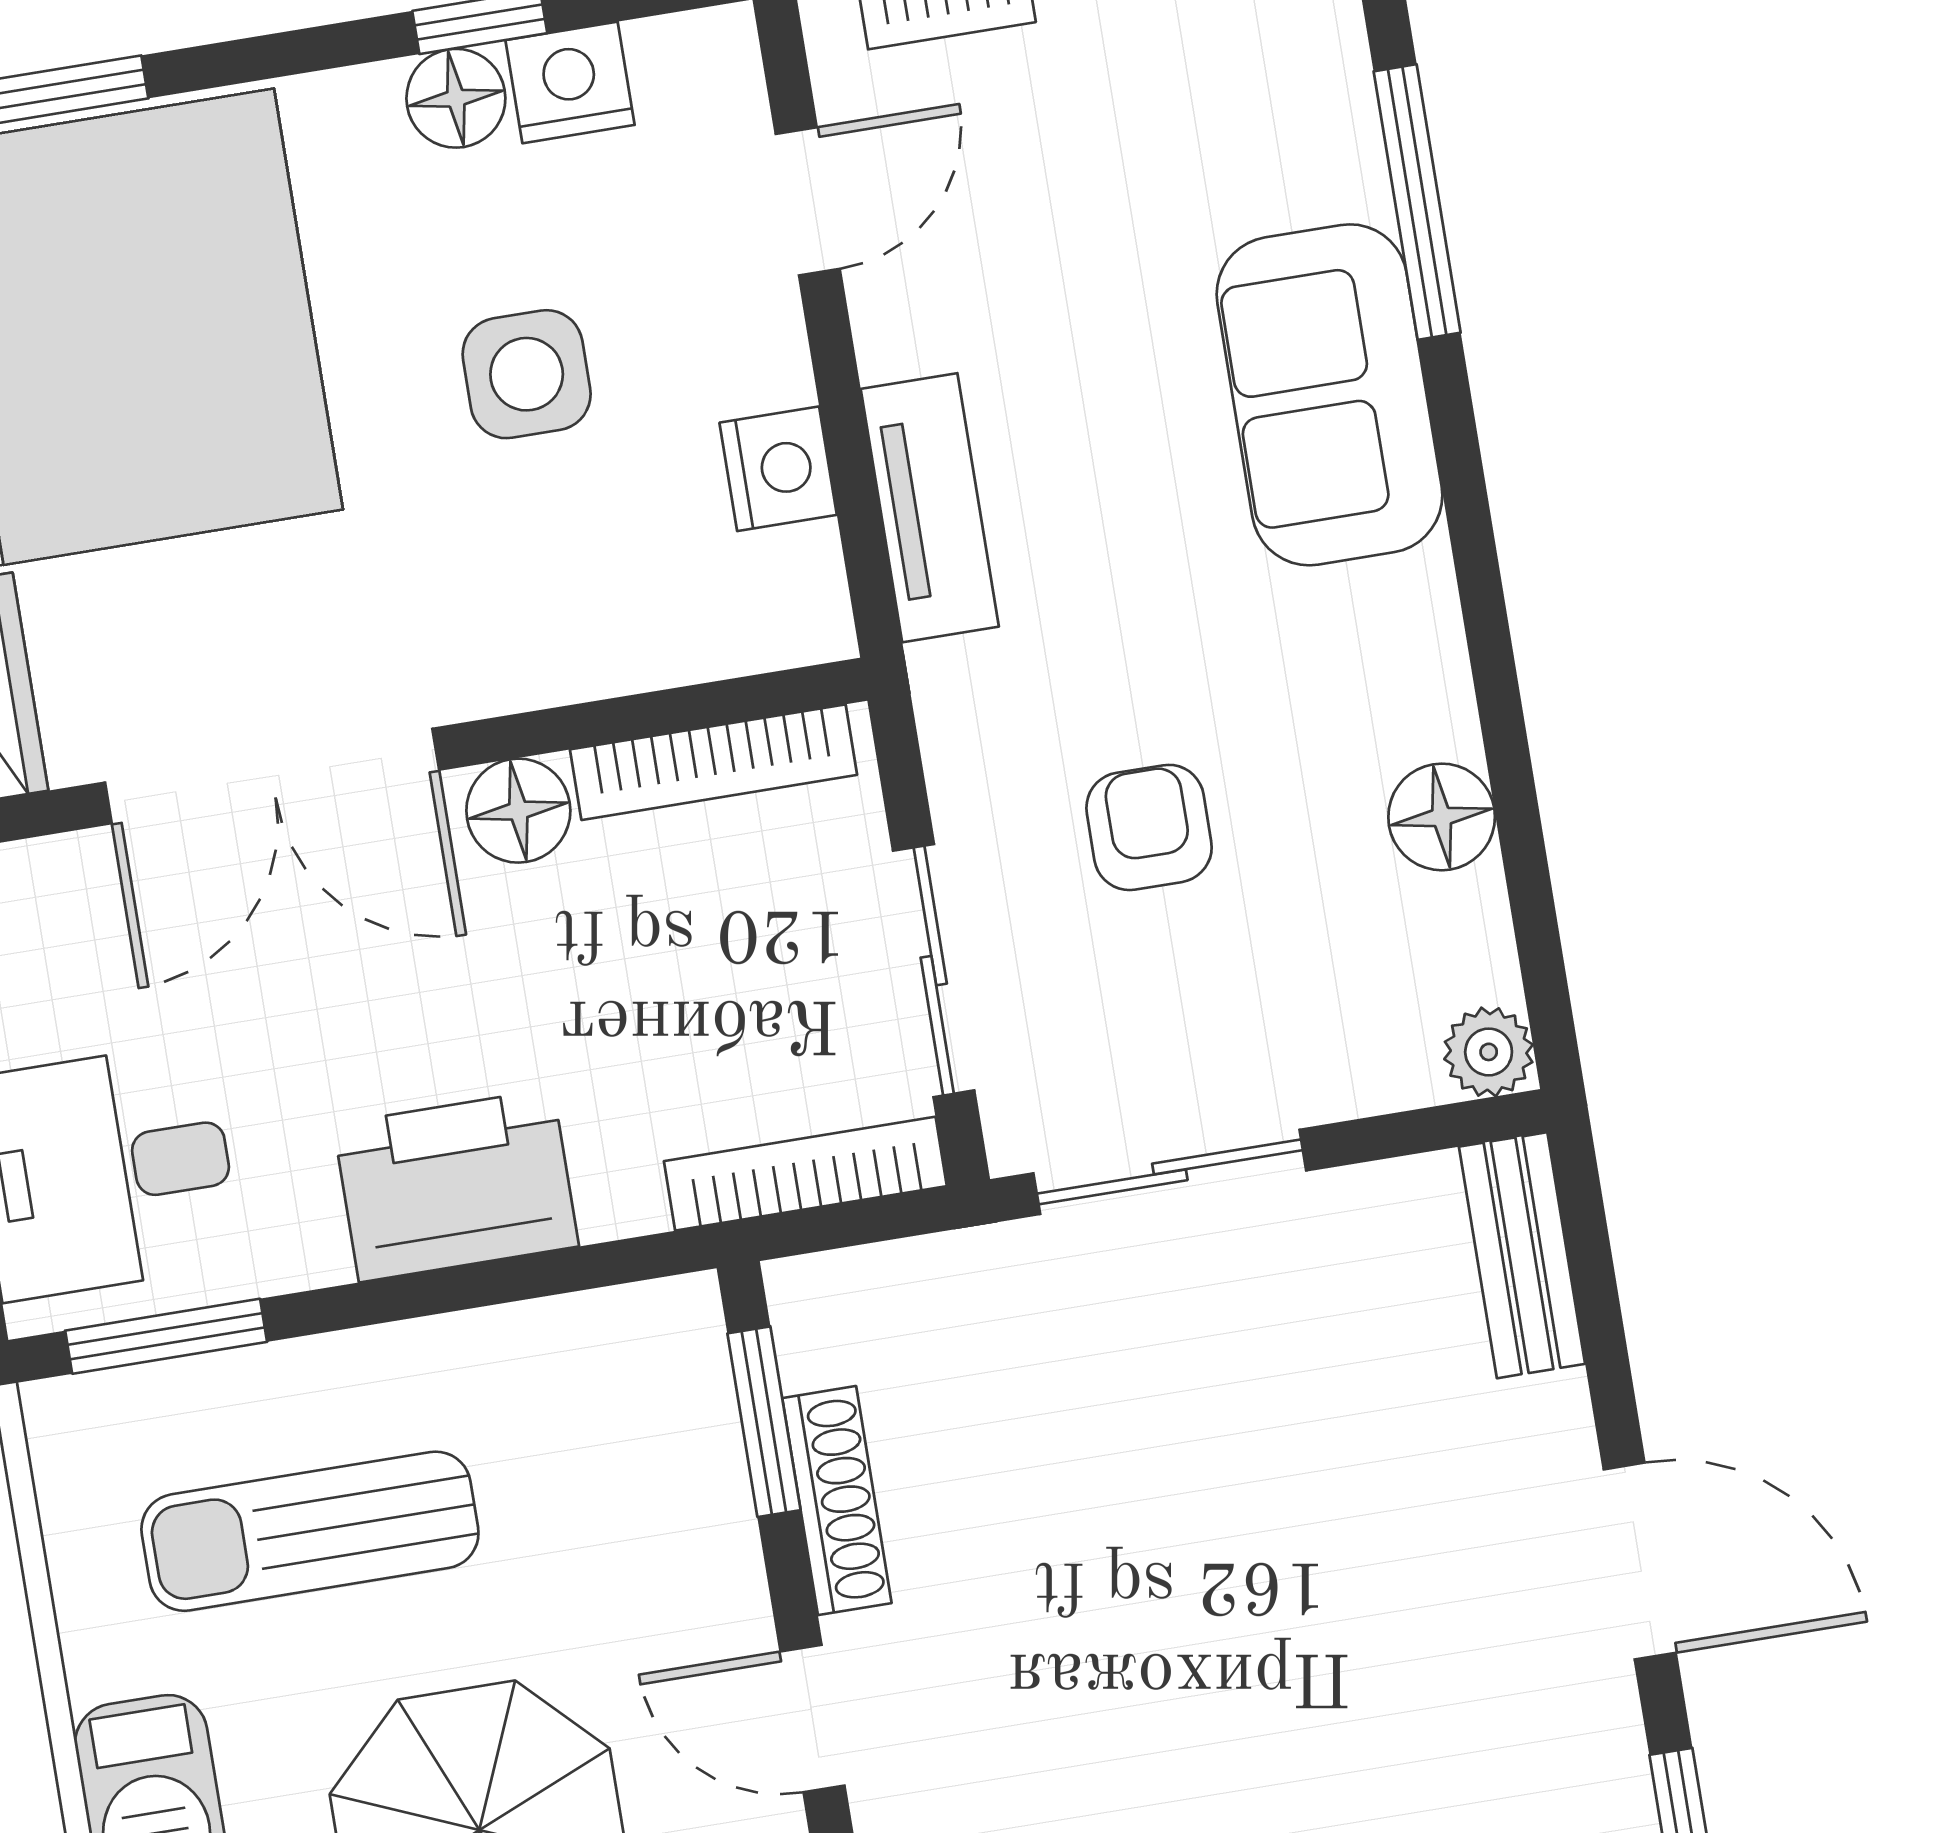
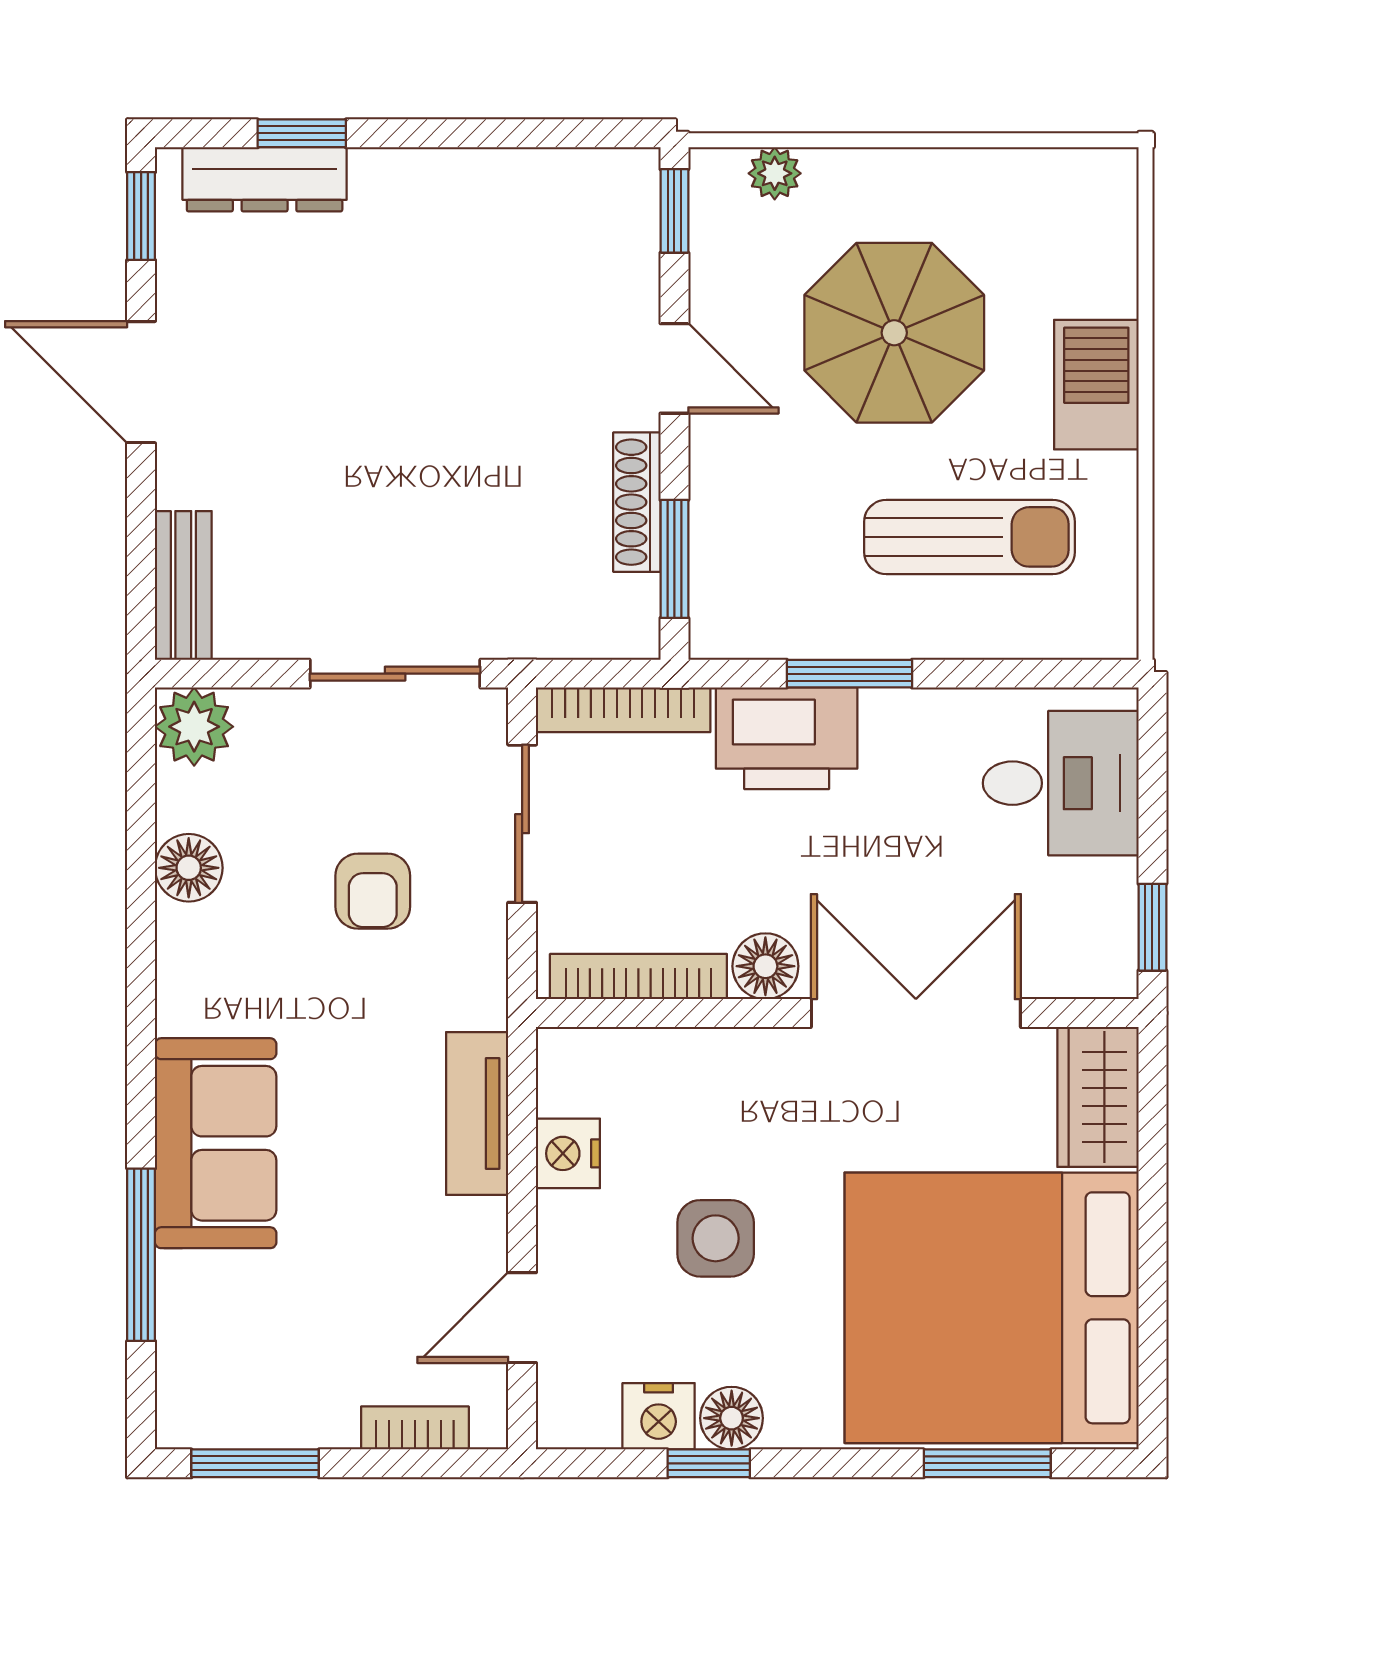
plant: (1489, 1052) -> (194, 727), width x1.38, depth x1.38
printer: (456, 1185) -> (787, 738), moved
window: (166, 1336) -> (849, 674), moved

